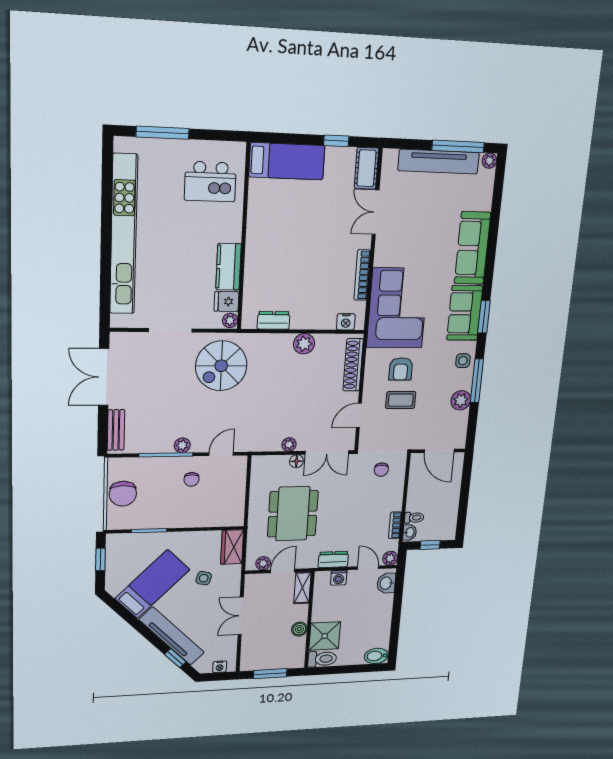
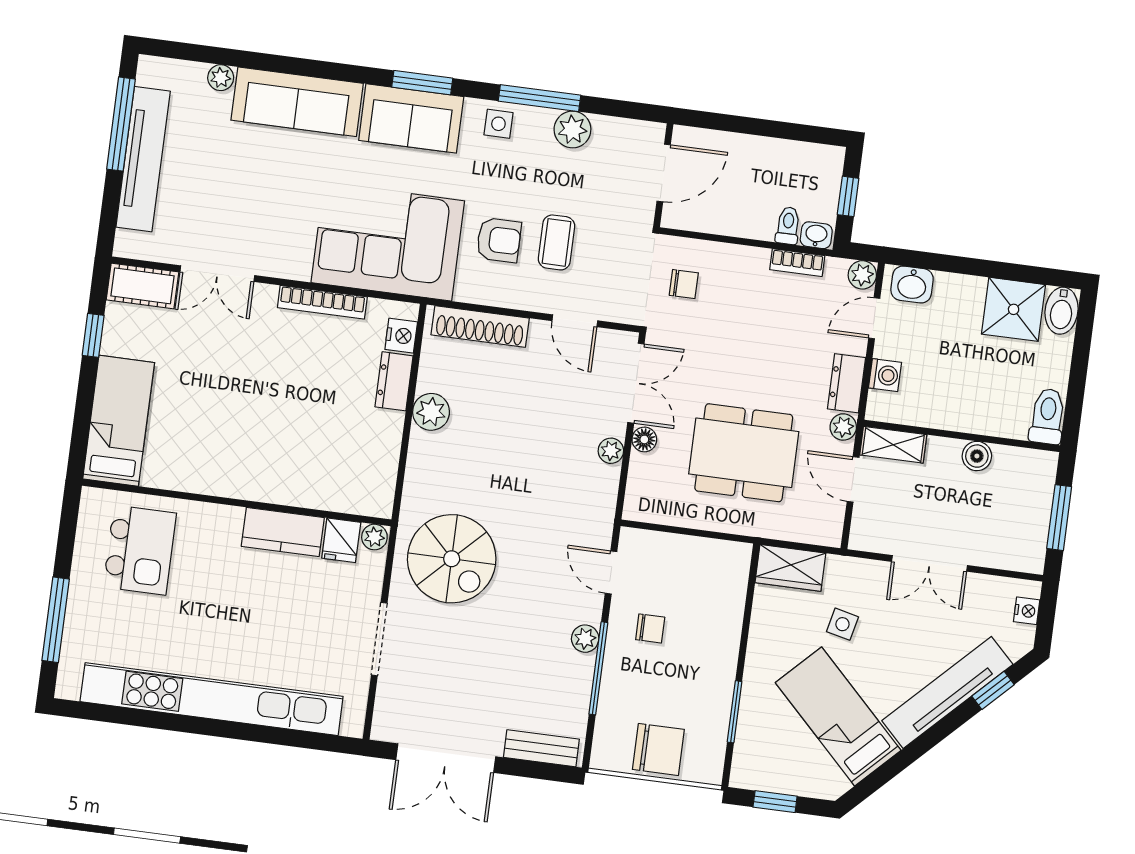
plant: (489, 161) -> (221, 78), moved
dresser: (274, 320) -> (394, 381), moved
plant: (263, 563) -> (843, 427), moved
shower: (325, 636) -> (1014, 309), moved

